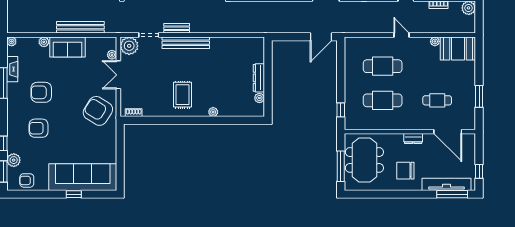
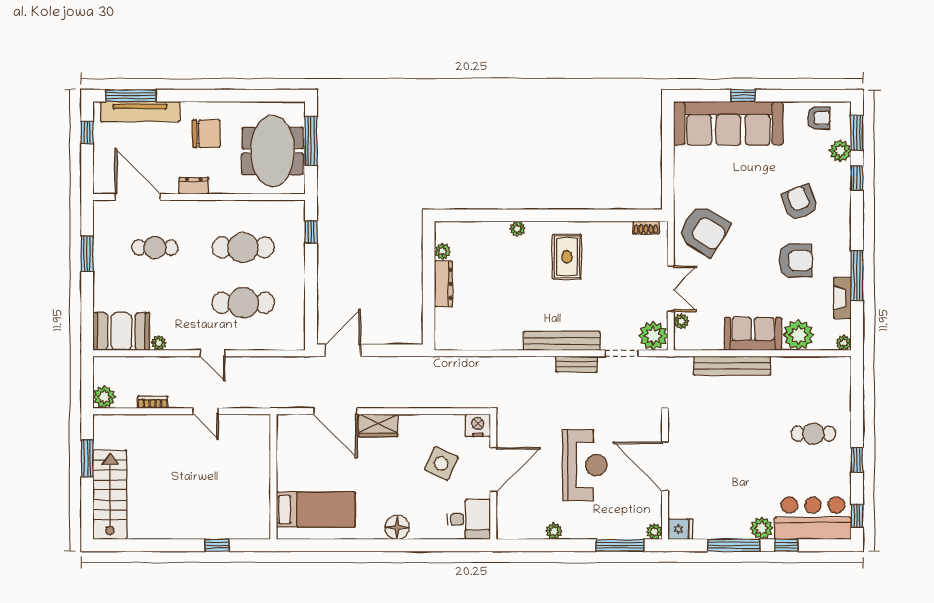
plant: (44, 42) -> (798, 335), width x1.88, depth x1.88
armchair: (39, 128) -> (800, 202), turned -111

